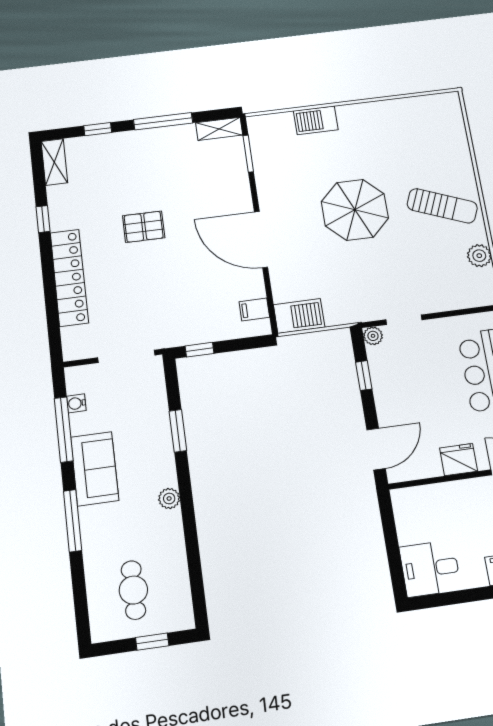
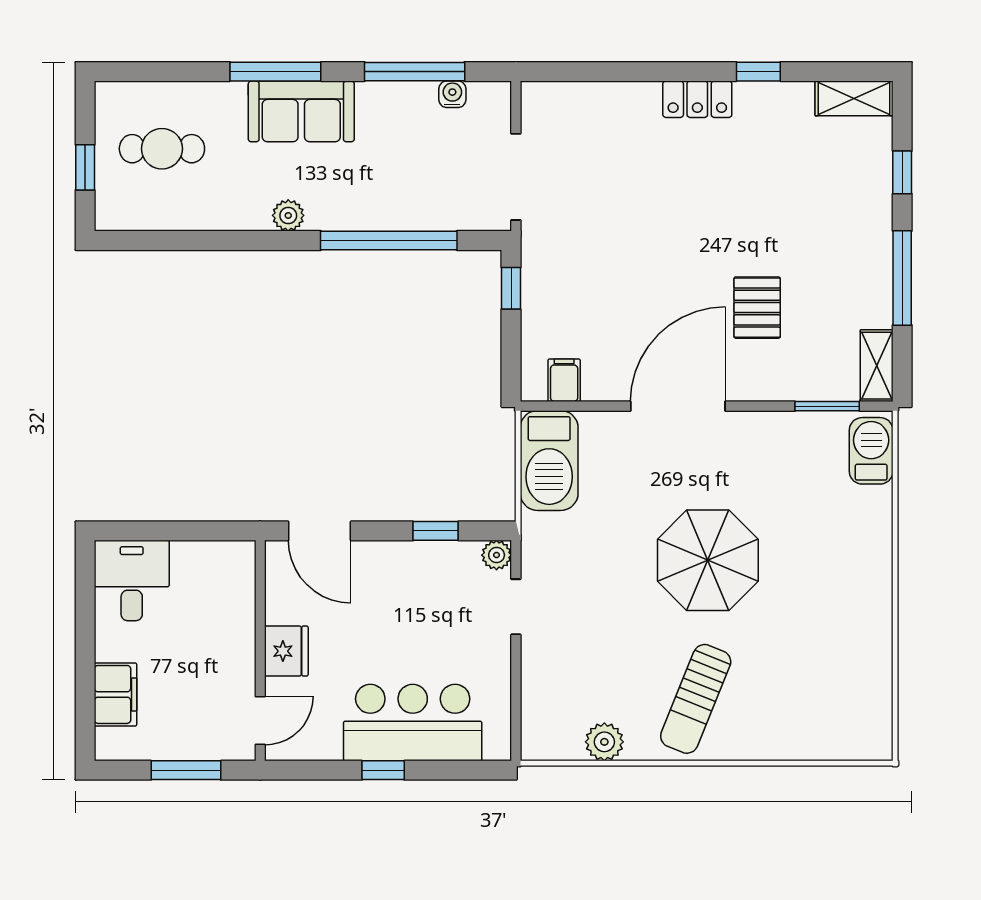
barbecue: (316, 120) -> (871, 451), moved
pallet: (144, 227) -> (757, 308), moved
locker: (69, 278) -> (697, 99), width x0.46, depth x0.83
barbecue: (299, 316) -> (549, 461), width x1.37, depth x1.21
window: (178, 431) -> (389, 241), width x2.11
sofa: (95, 469) -> (301, 111), moved

